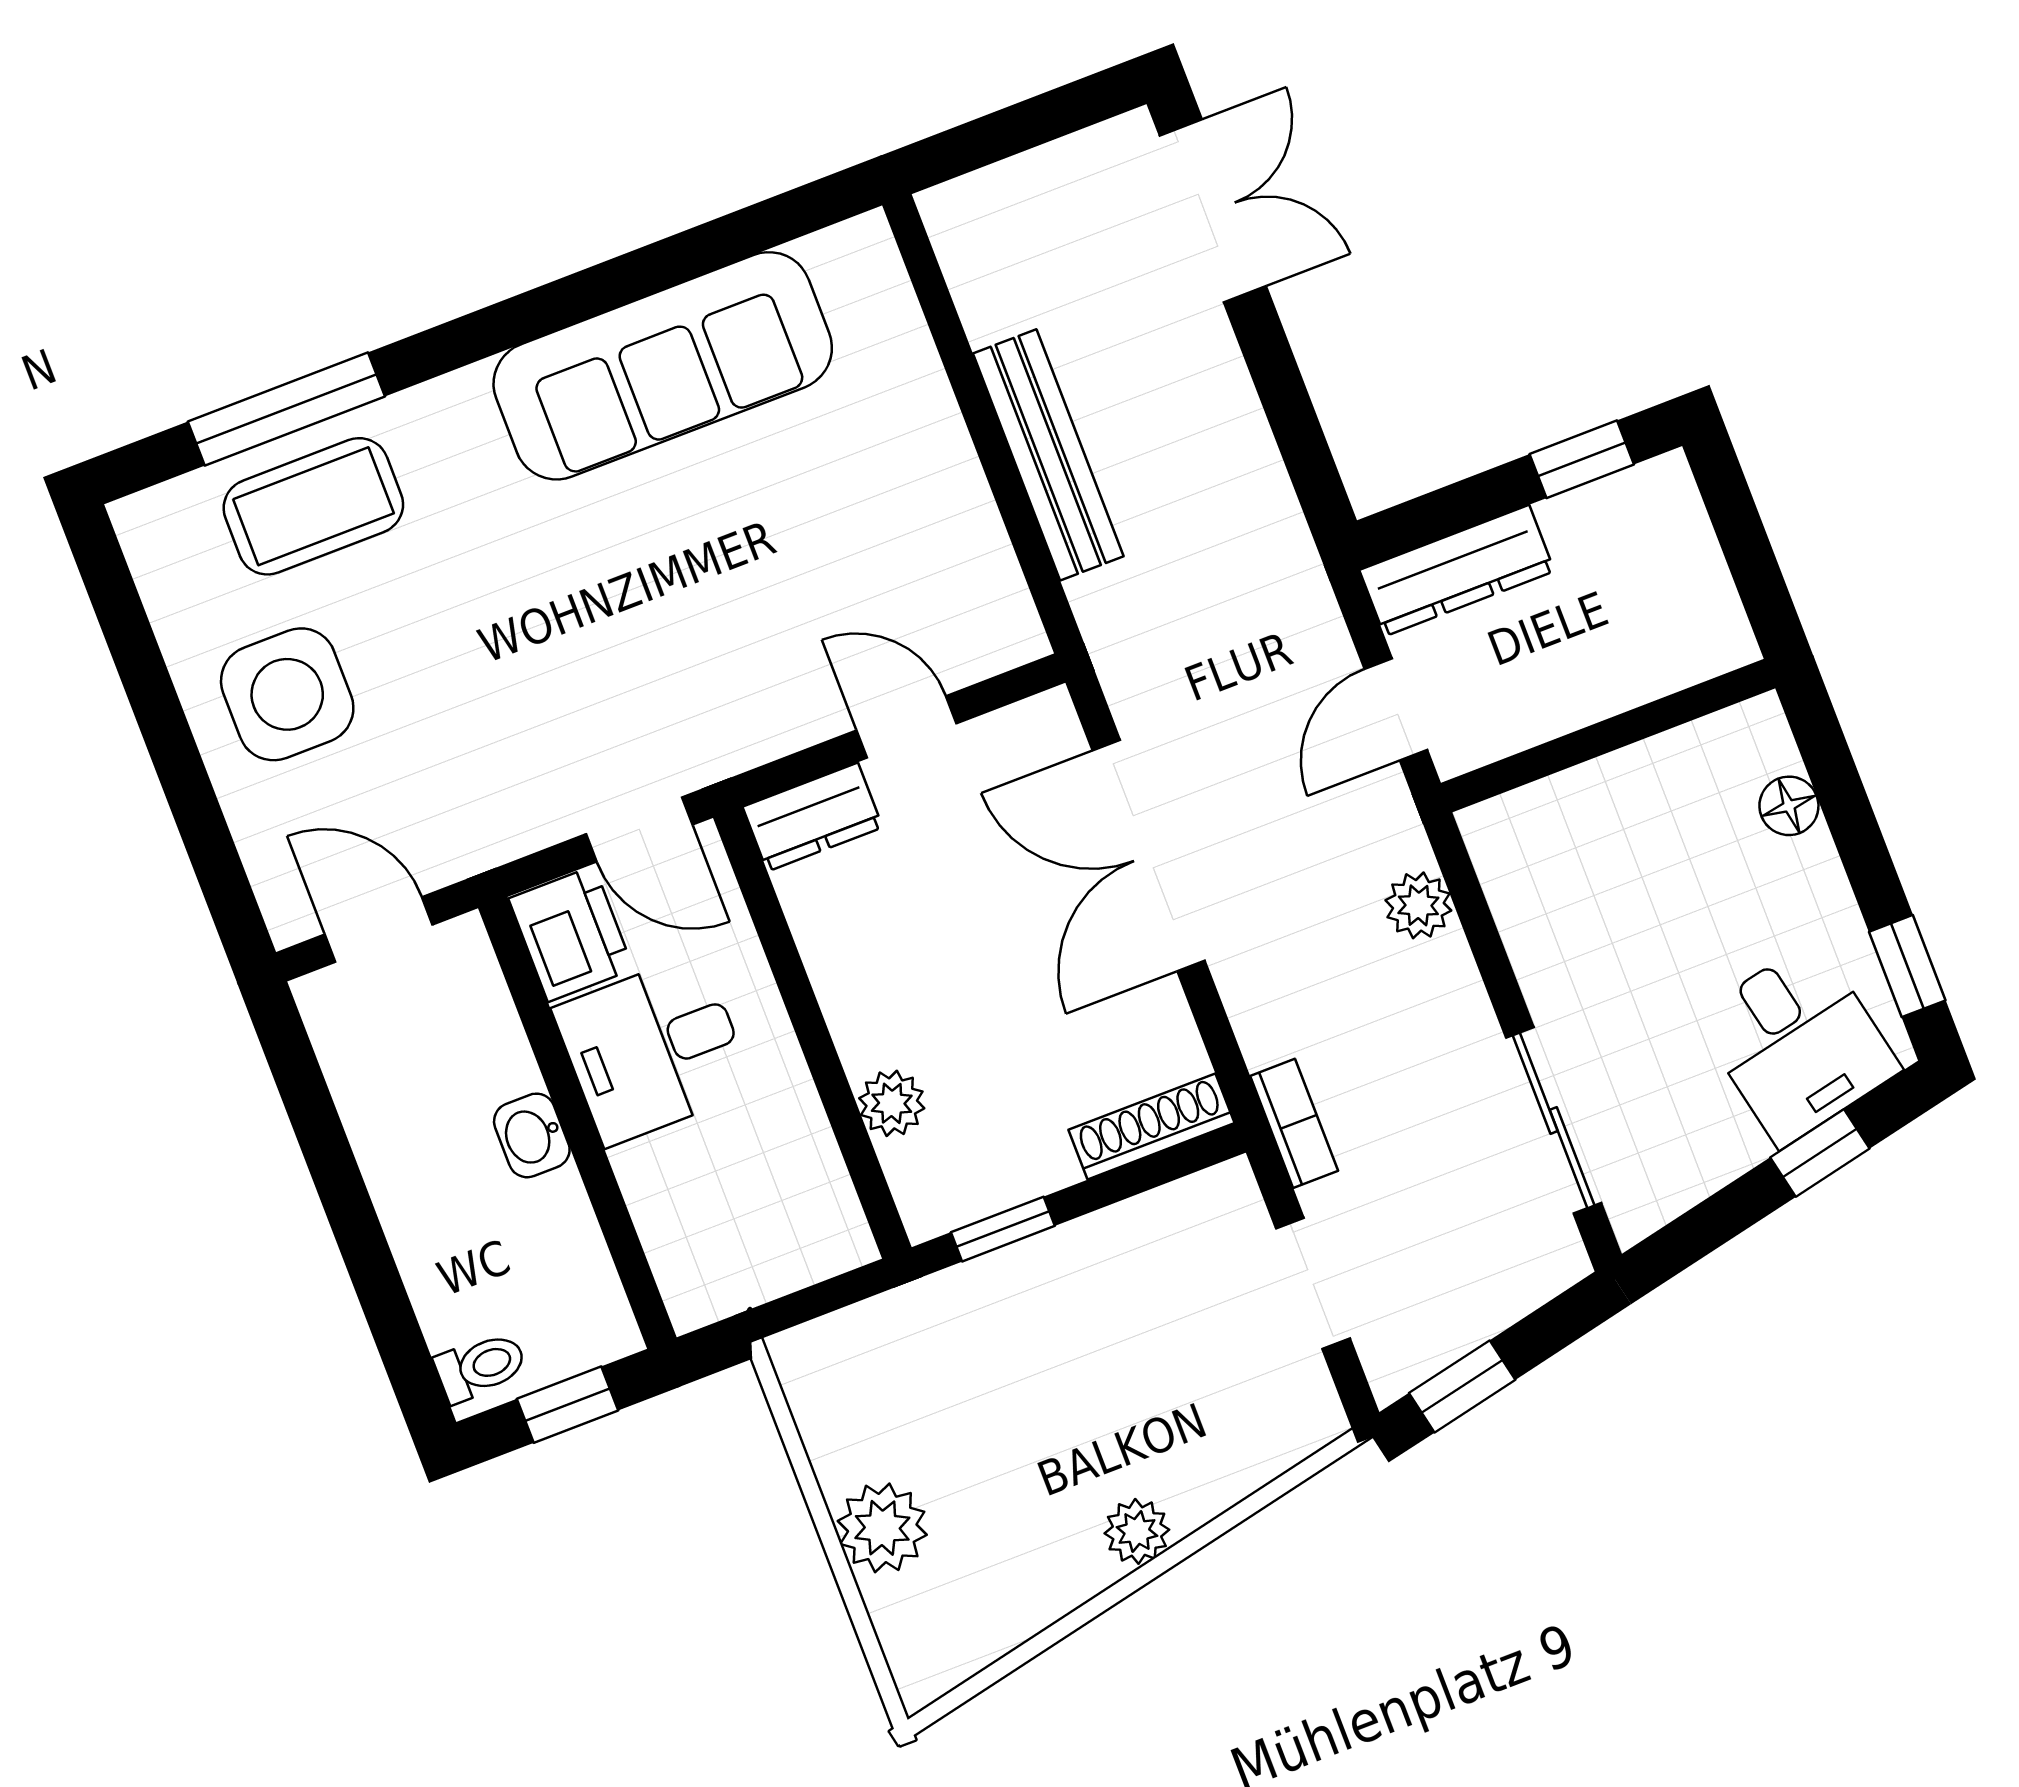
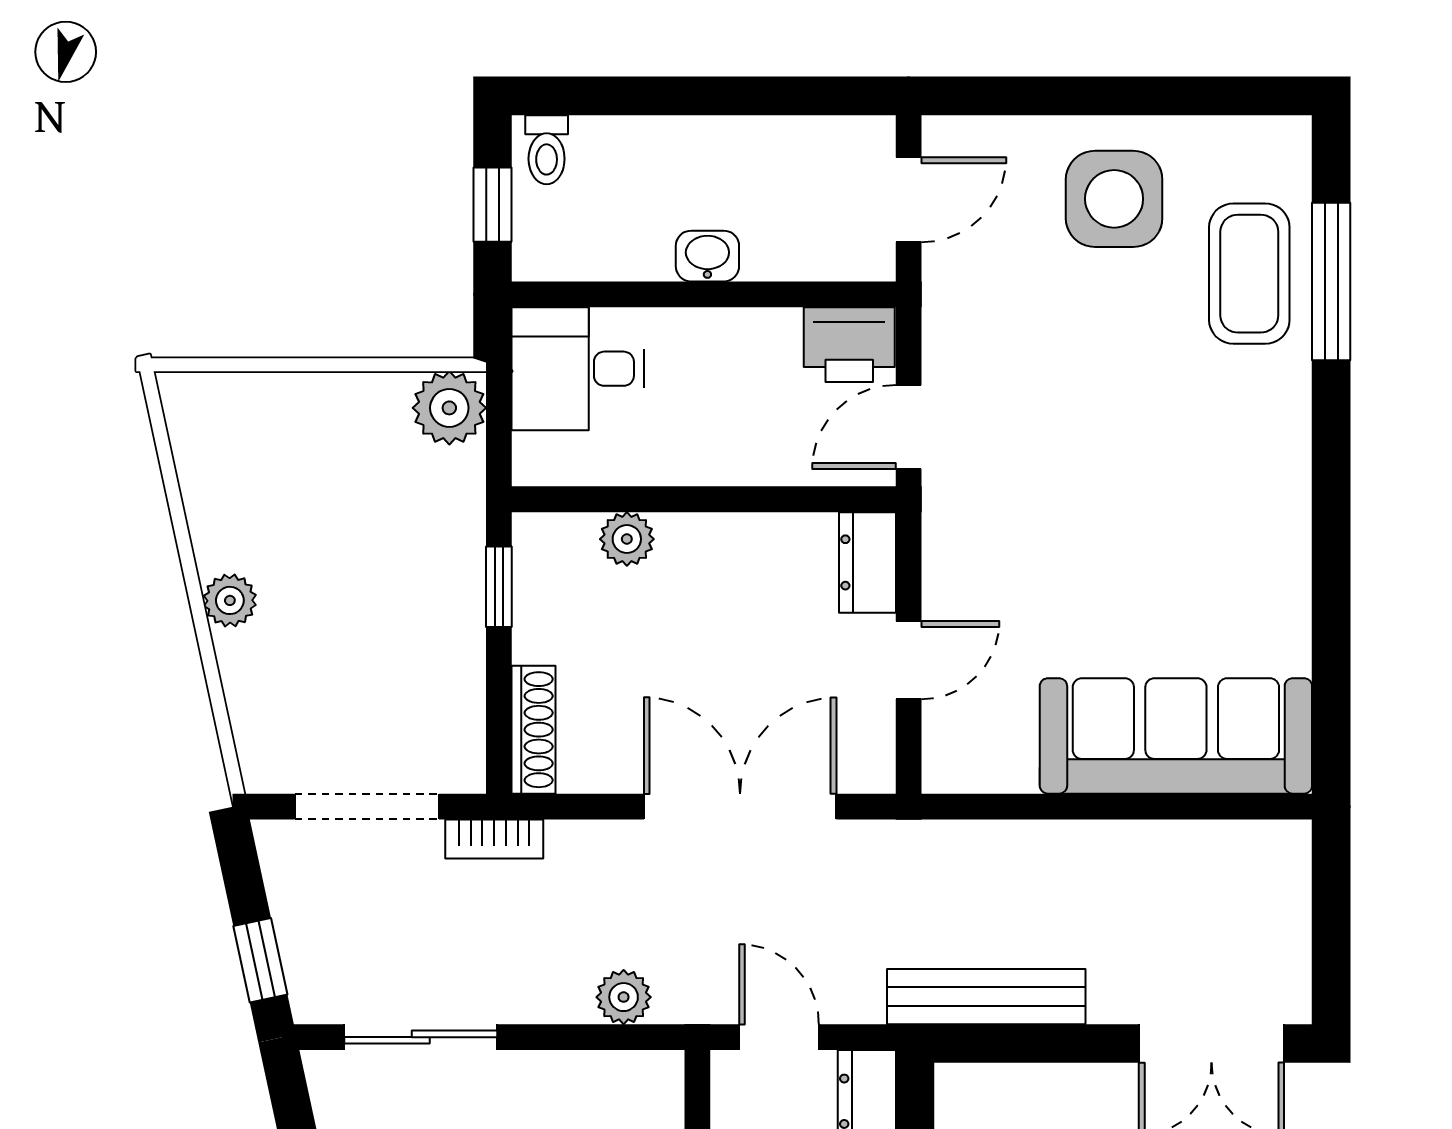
sofa: (663, 366) -> (1176, 736), moved, turned 90
bench: (1048, 455) -> (986, 997), moved
desk: (653, 1050) -> (578, 369), moved, turned -90
doorway: (1313, 1284) -> (367, 807), width x1.38
window: (1462, 1386) -> (260, 960), moved
plant: (882, 1528) -> (449, 408), moved

